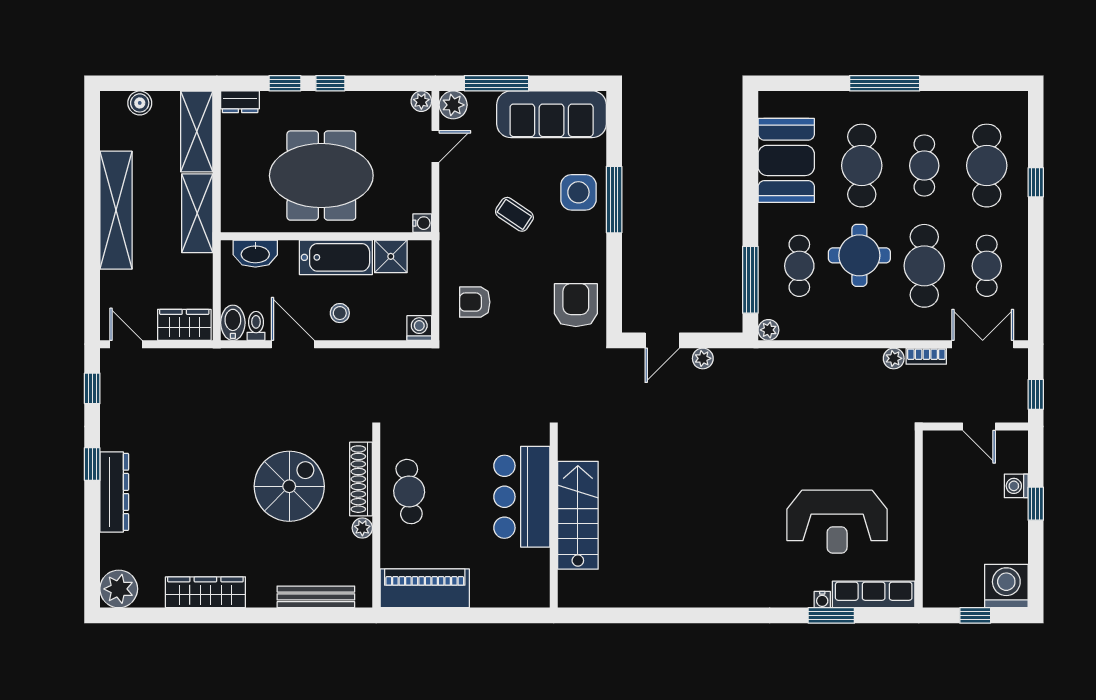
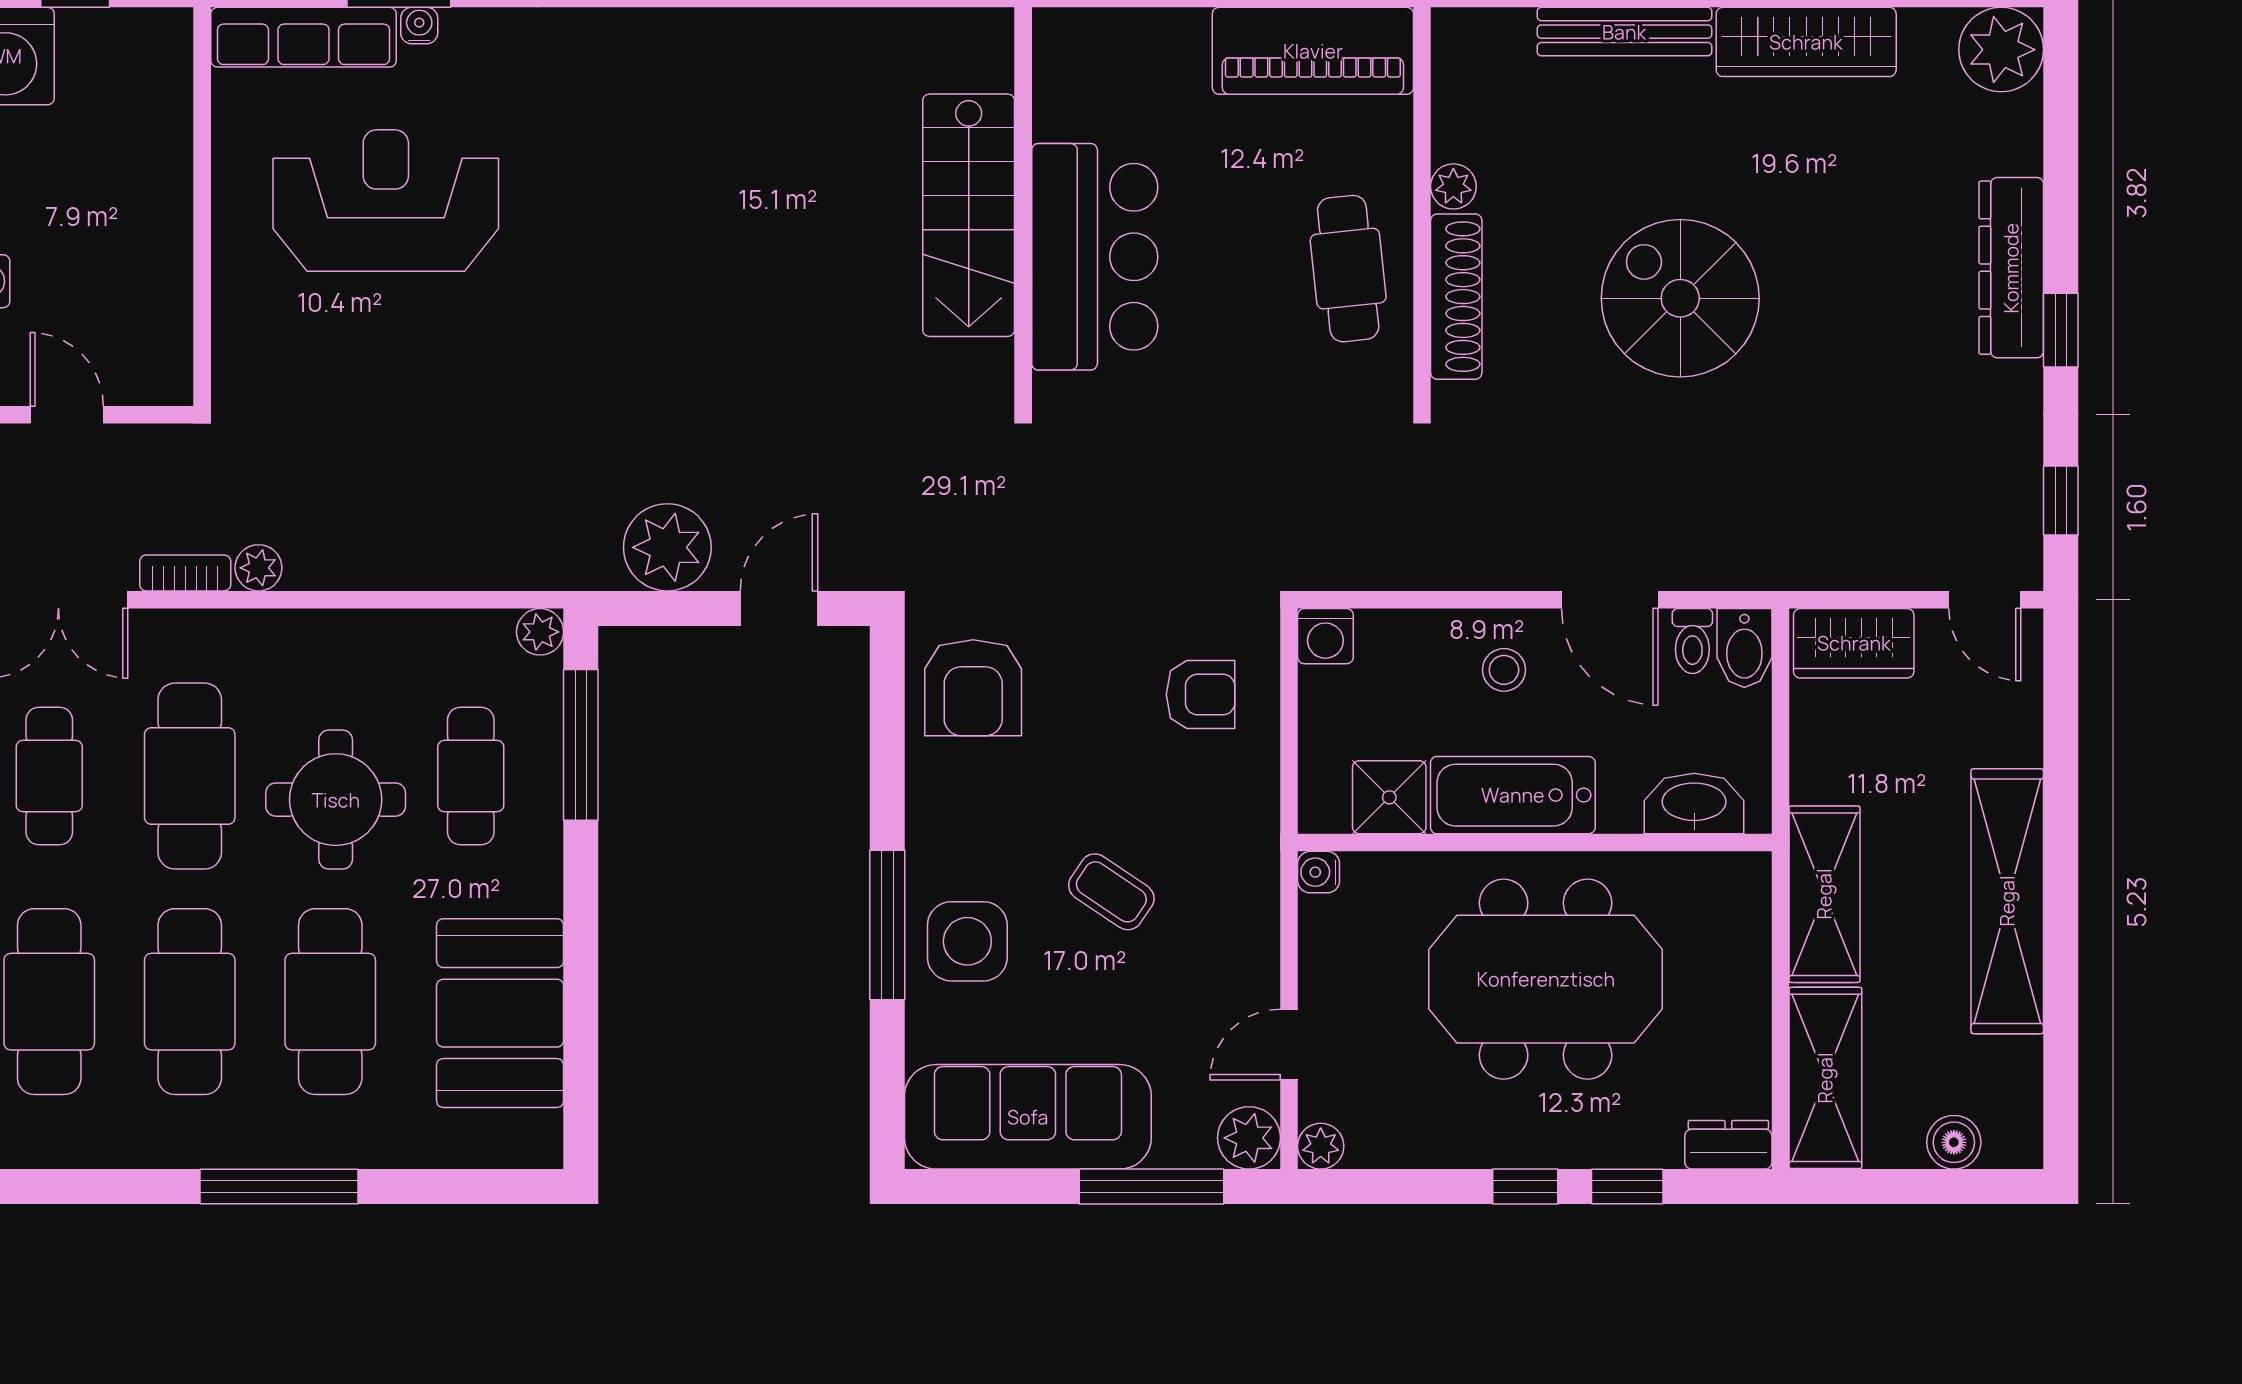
cafe table: (924, 166) -> (190, 1002), width x1.37, depth x1.35
plant: (703, 358) -> (667, 547), width x1.87, depth x1.87
spiral stairs: (289, 486) -> (1680, 298), moved, turned 90
bench: (316, 597) -> (1624, 32), moved

